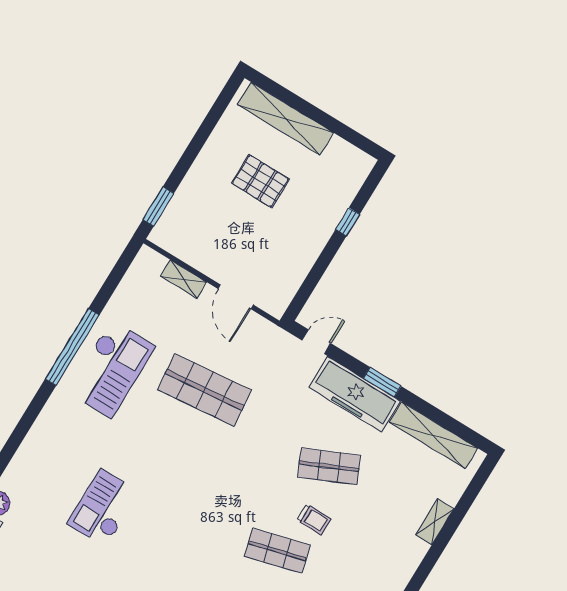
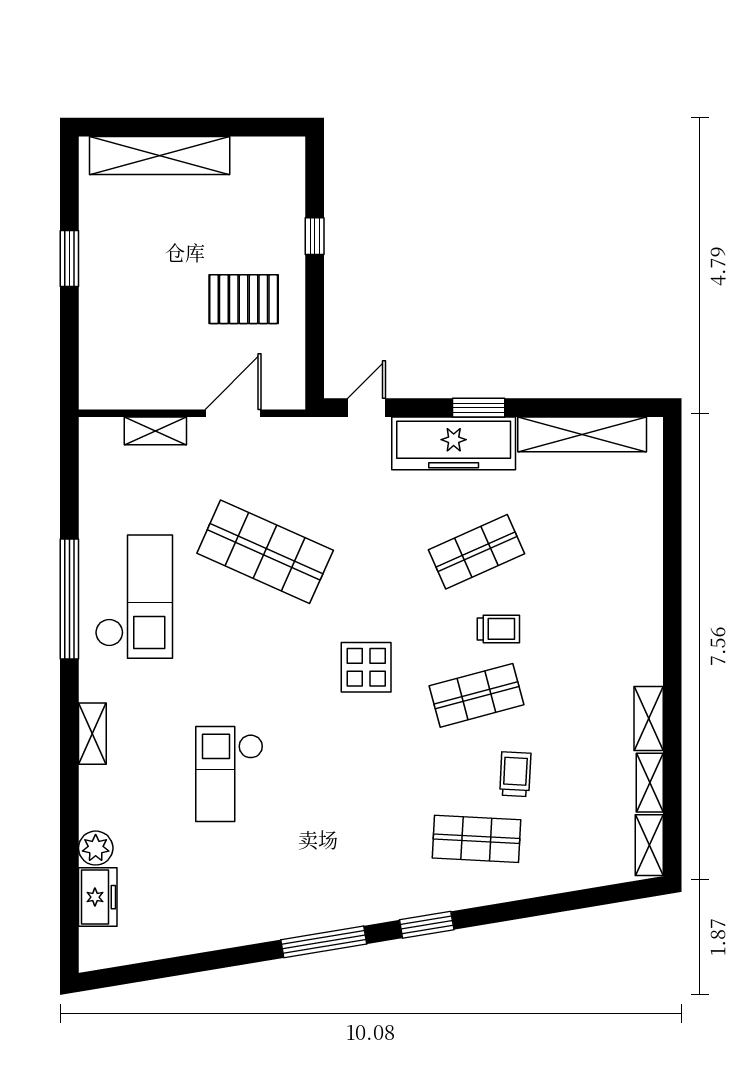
pallet: (260, 181) -> (244, 299), moved
window: (158, 207) -> (69, 258), moved
door: (236, 297) -> (233, 413), swing flipped
shop shelf: (205, 390) -> (265, 552), turned 30
display table: (222, 494) -> (366, 667), added
shelving: (435, 522) -> (92, 734), moved

